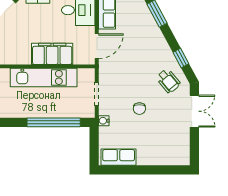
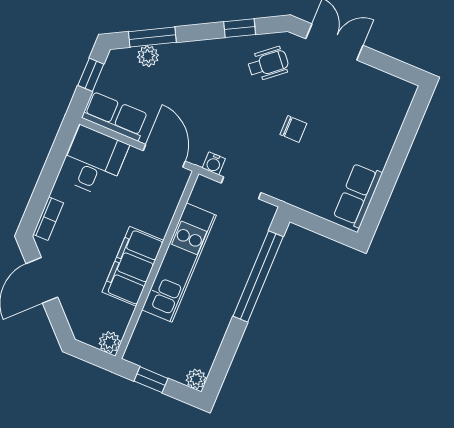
plant: (146, 16) -> (148, 56), added
filing cabinet: (52, 54) -> (133, 266), moved
water cooler: (104, 121) -> (214, 163), moved

